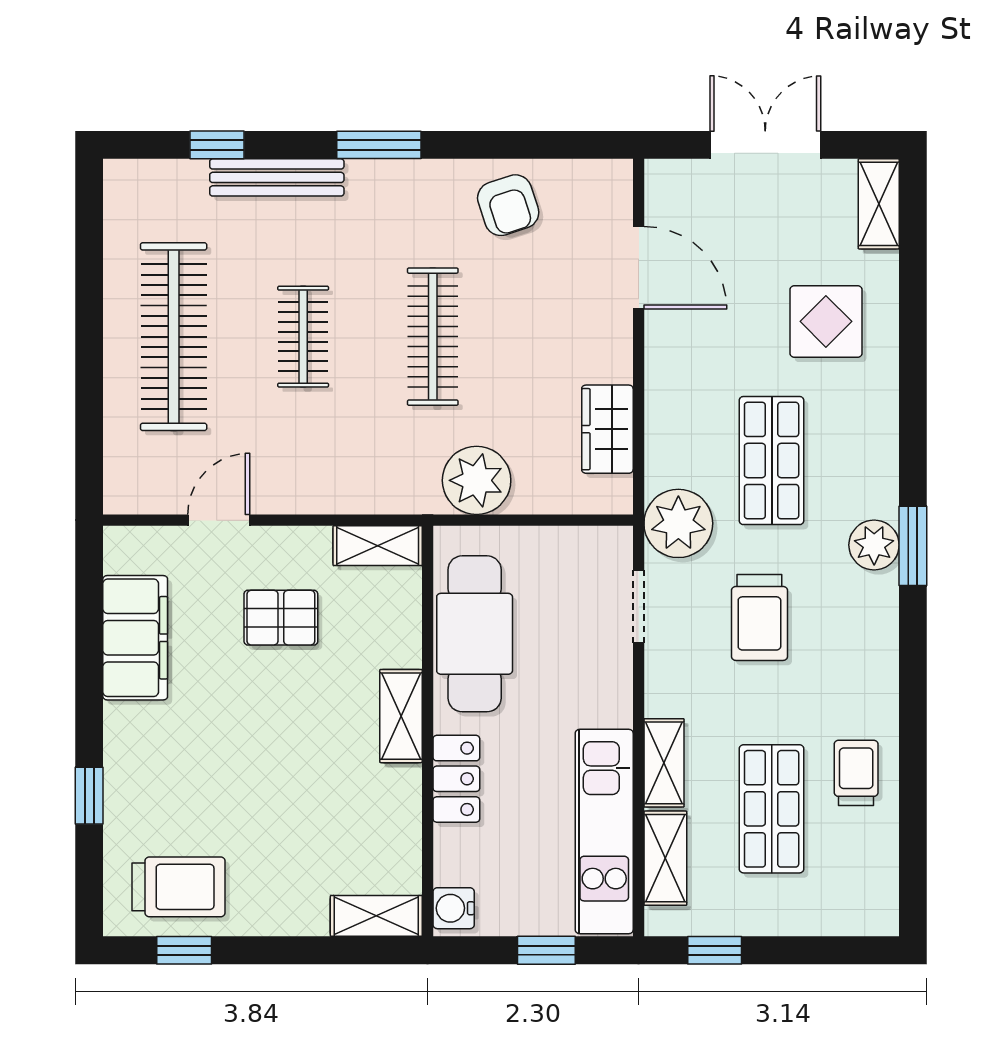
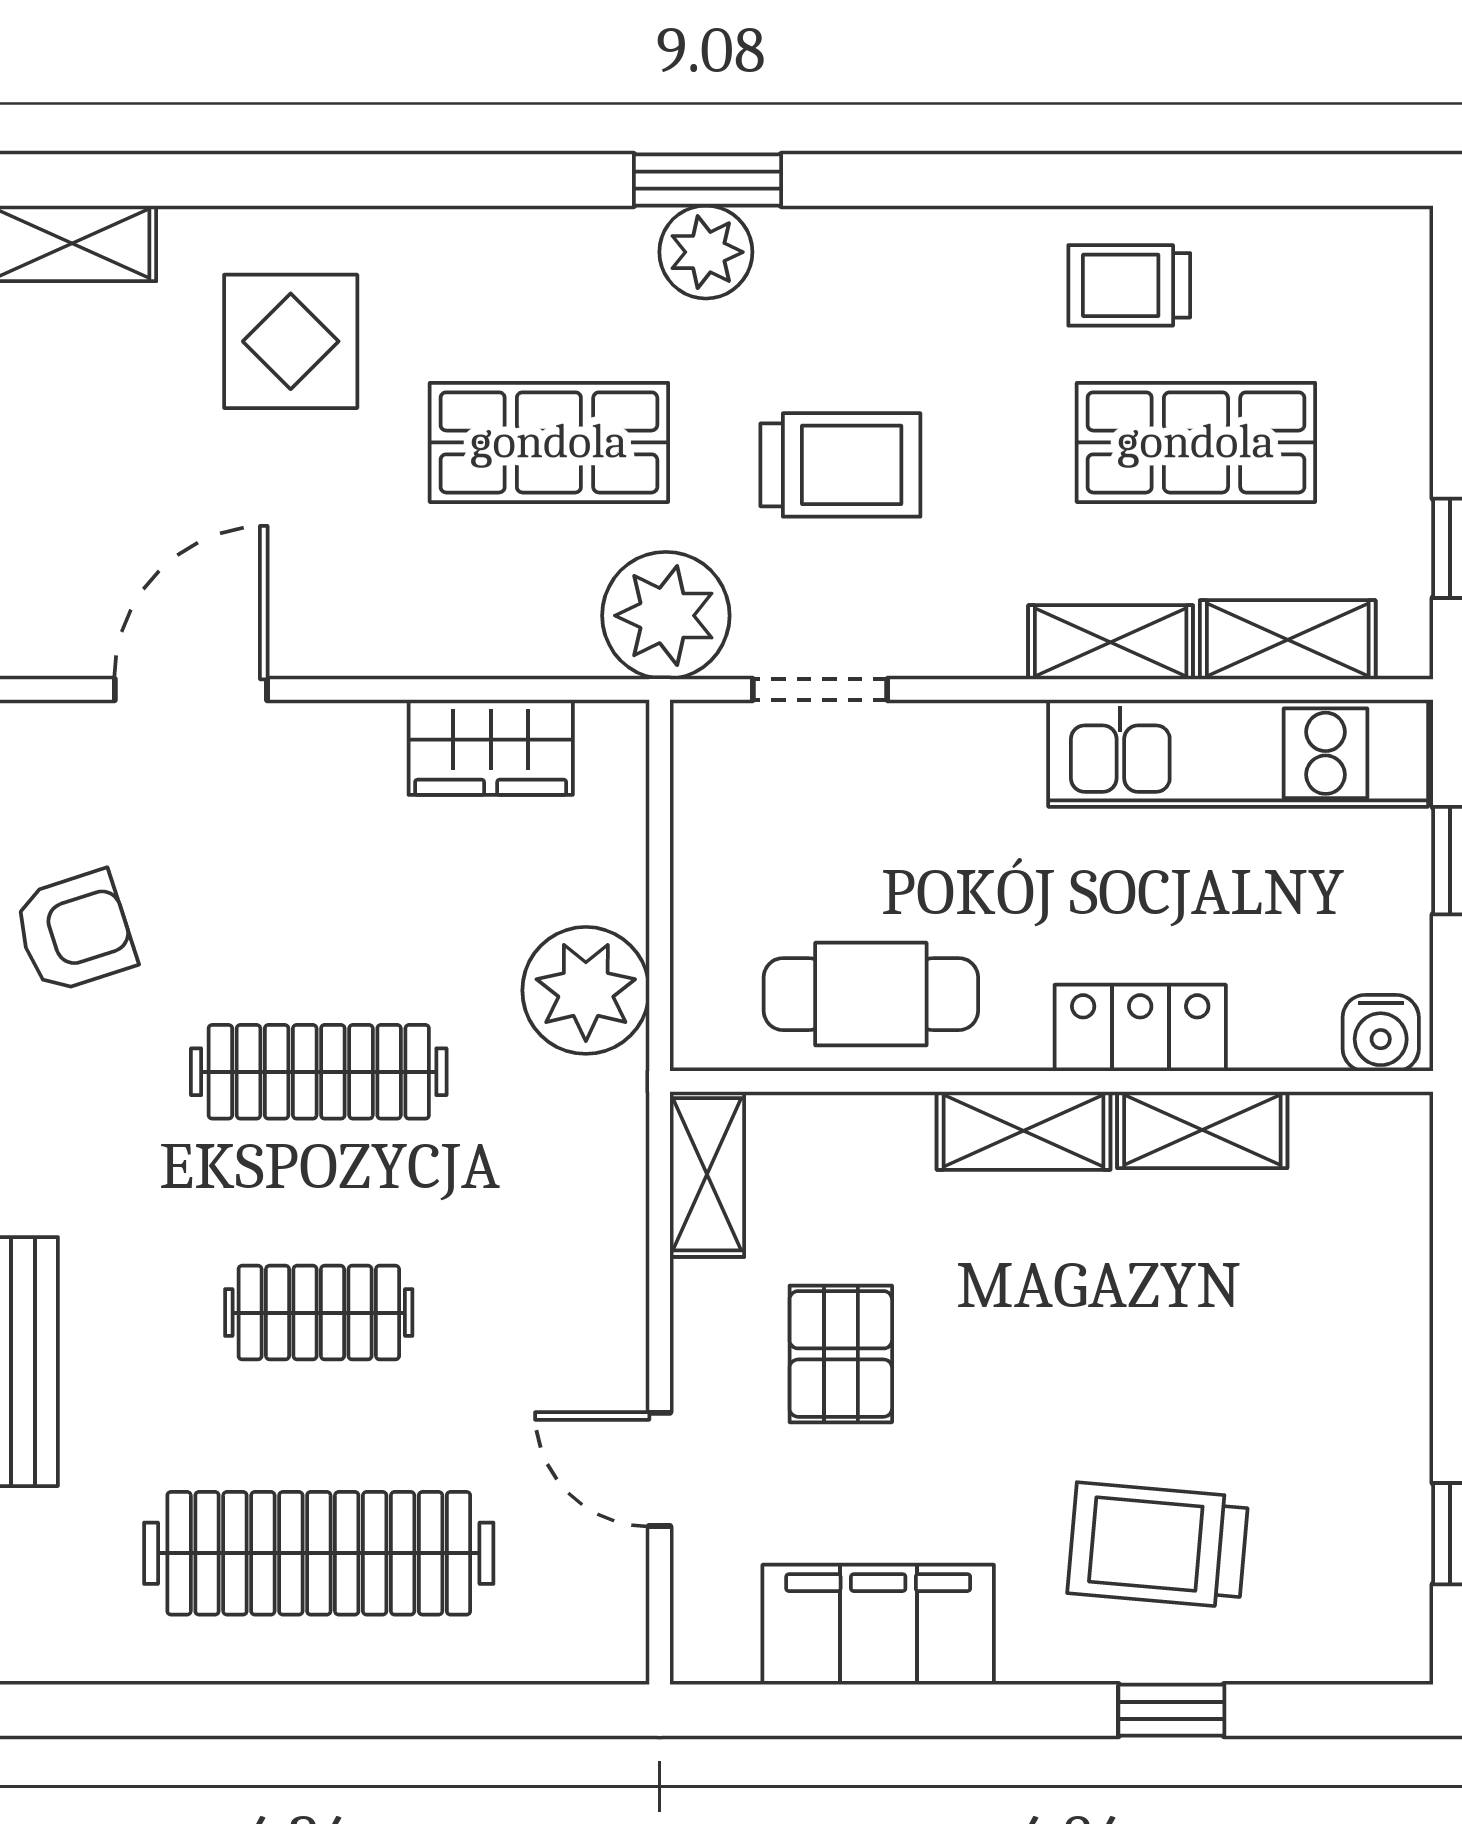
cafe table: (475, 634) -> (871, 994), width x0.73, depth x0.74
trolley: (179, 887) -> (1158, 1545), moved, turned -85
shelving: (376, 916) -> (1202, 1130), moved, turned 90

